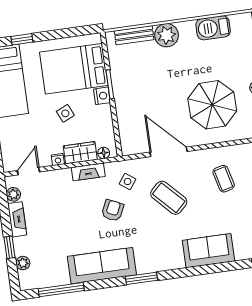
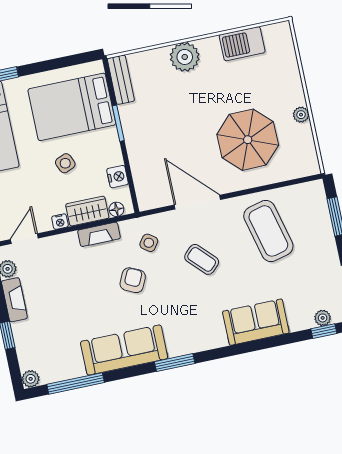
bench: (134, 35) -> (121, 80), moved, turned 90
nightstand: (102, 96) -> (118, 177), moved
coffee table: (224, 179) -> (268, 231), width x1.86, depth x1.72
coffee table: (169, 198) -> (202, 259), width x0.73, depth x0.77
plant: (23, 263) -> (31, 379), moved

